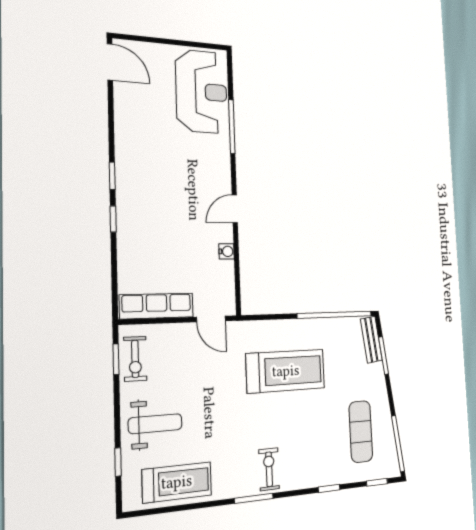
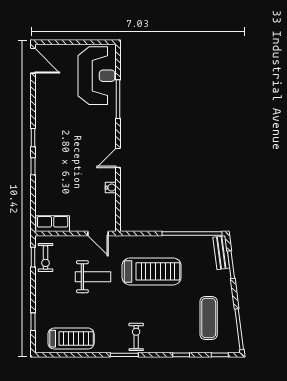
row of seats: (157, 306) -> (53, 224), width x0.68
weight bench: (155, 424) -> (93, 277), moved

